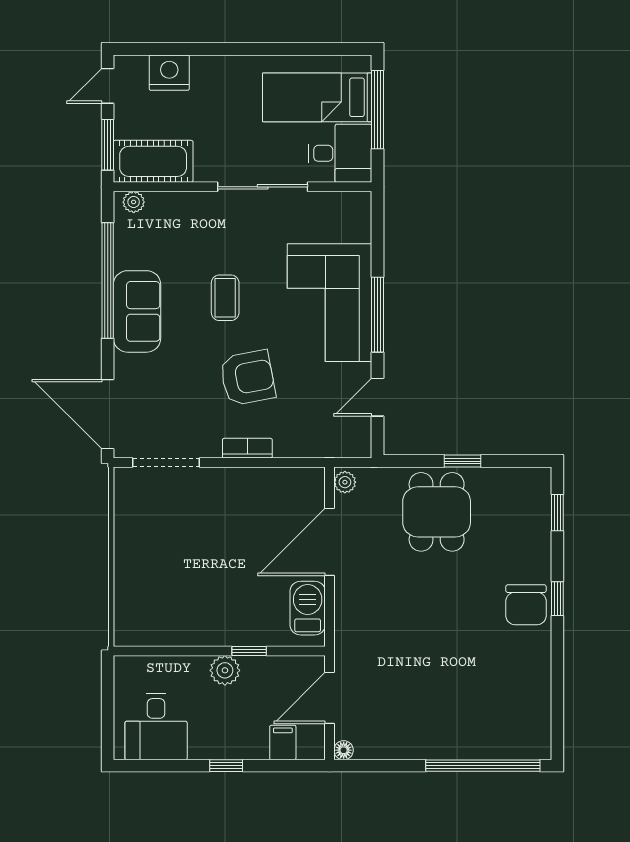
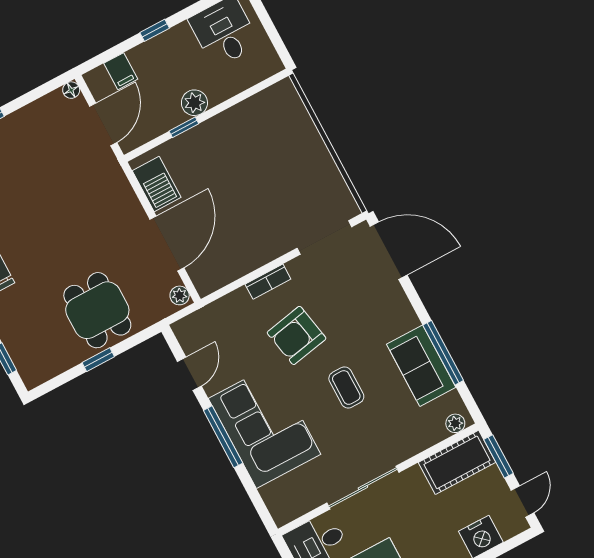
window: (108, 280) -> (443, 353), width x0.68
sofa: (137, 311) -> (421, 366), moved

